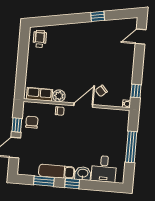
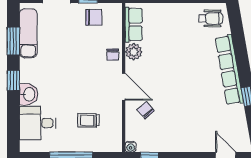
row of seats: (78, 29) -> (229, 70), added
trolley: (105, 132) -> (89, 120), added
exam couch: (57, 172) -> (28, 33), moved

